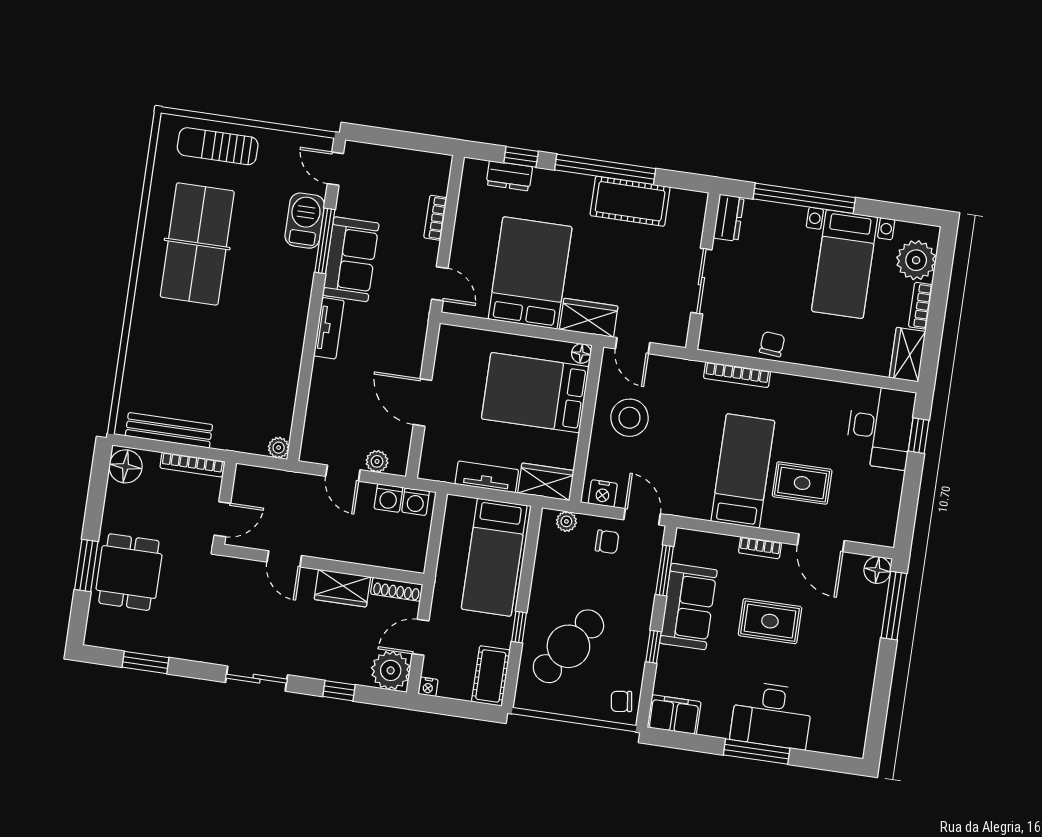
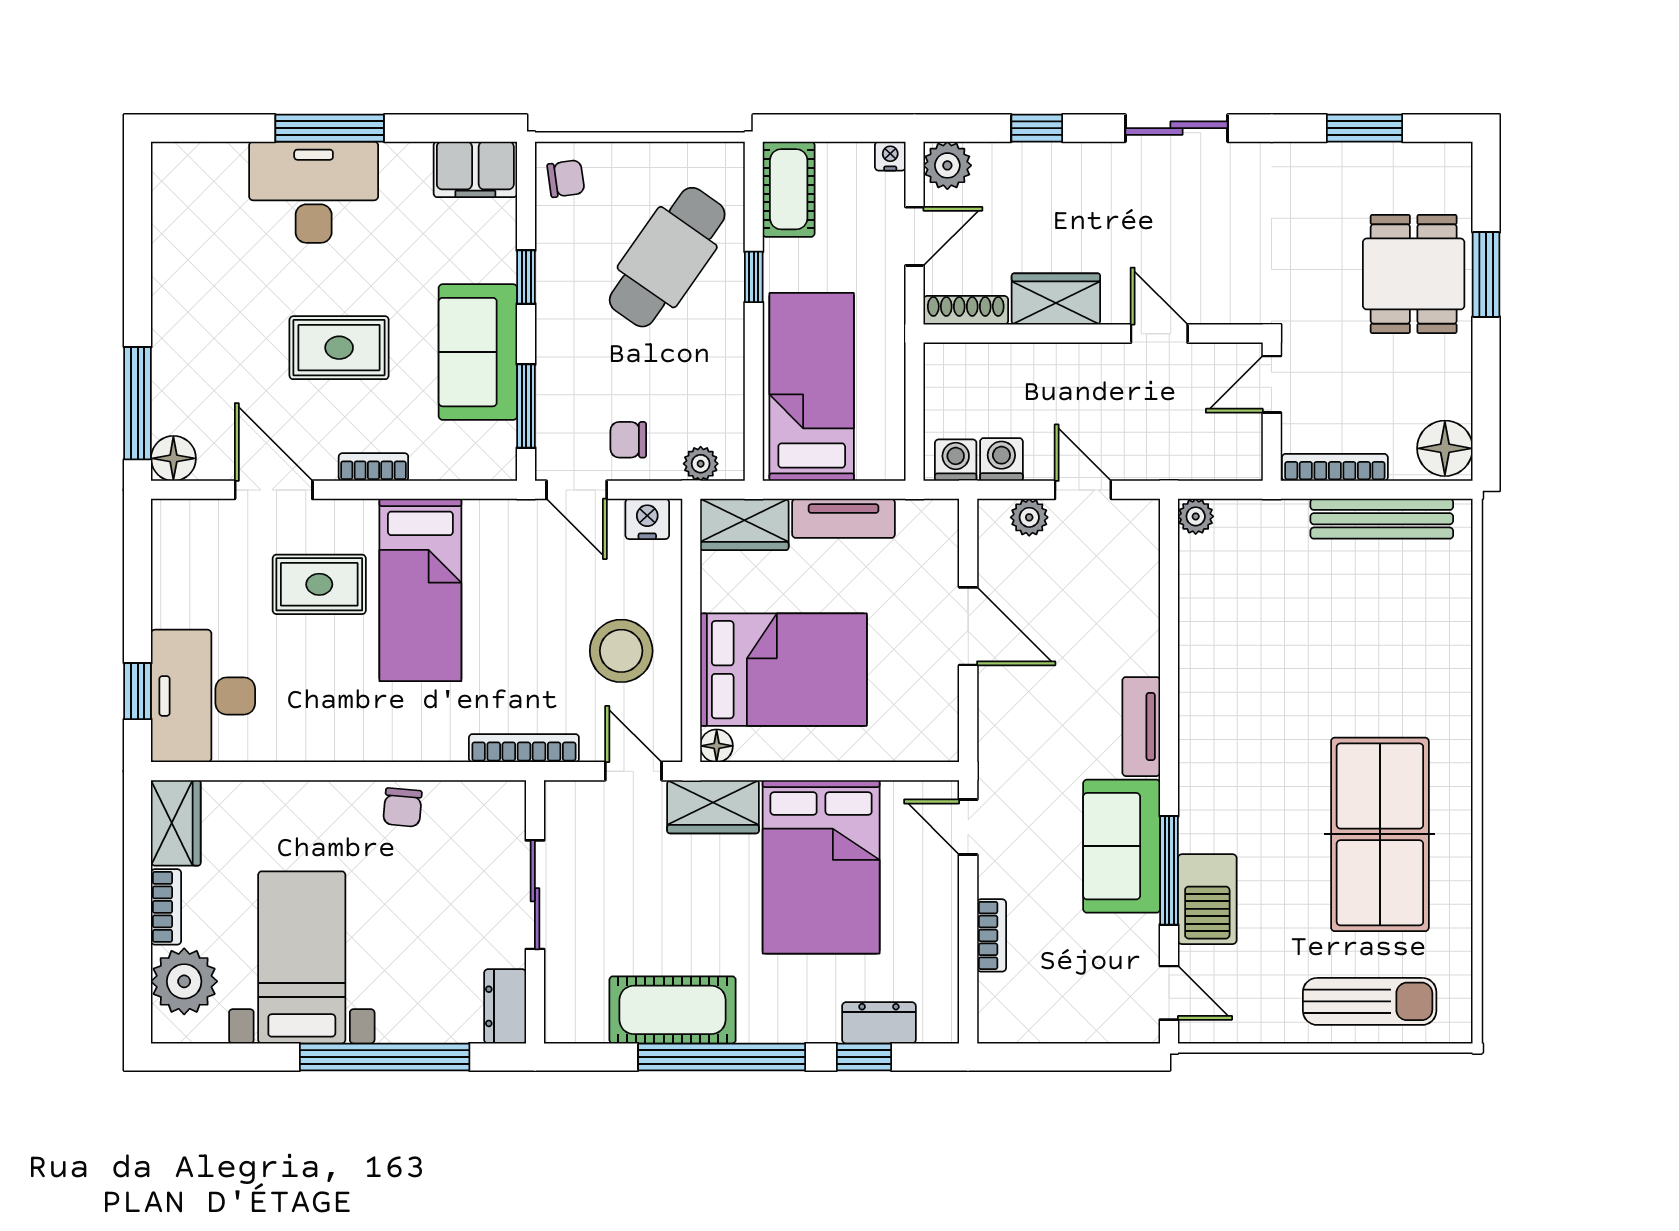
bookcase: (737, 375) -> (524, 748), moved
plant: (391, 670) -> (947, 165), width x0.73, depth x0.73

